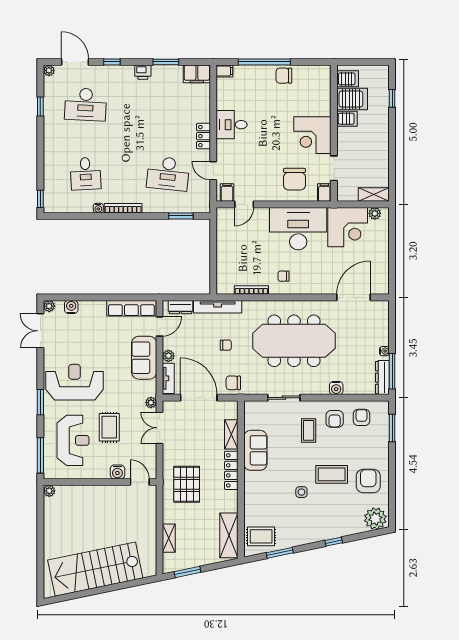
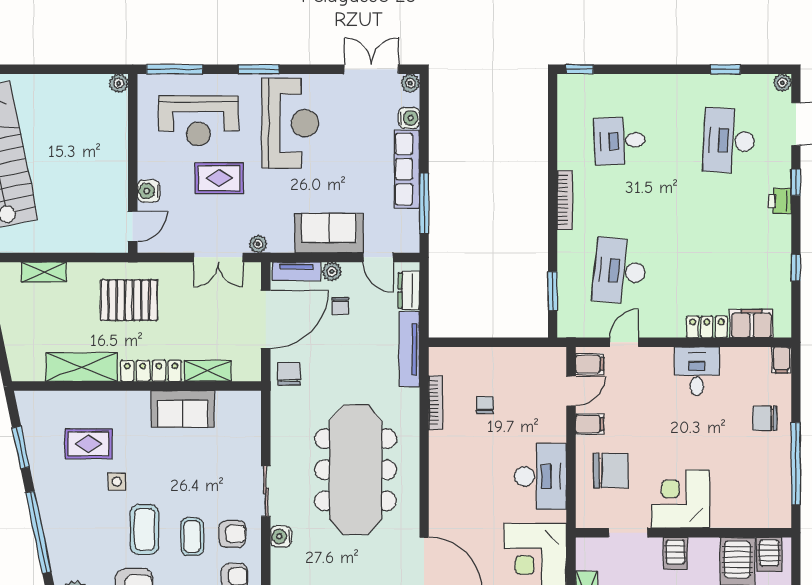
window: (166, 62) -> (796, 267), width x0.67
window: (264, 62) -> (796, 464), moved
printer: (143, 72) -> (780, 201), moved
filing cabinet: (197, 74) -> (751, 324), moved, turned 90
chair: (284, 76) -> (765, 418), moved, turned -90
server rack: (347, 119) -> (675, 553), moved
locker: (204, 136) -> (707, 327), moved
chair: (294, 179) -> (611, 471), turned 180
filing cabinet: (324, 193) -> (590, 424), moved
door: (244, 204) -> (571, 391), swing flipped
water cooler: (98, 208) -> (565, 161), removed
desk: (298, 229) -> (540, 476), width x0.73, depth x0.77
chair: (283, 276) -> (485, 405), moved
window: (125, 297) -> (424, 203), added
row of seats: (131, 308) -> (407, 169), moved
chair: (226, 345) -> (340, 306), moved
sliding door: (284, 398) -> (266, 491), moved
armchair: (335, 419) -> (232, 534), turned 180
double door: (160, 428) -> (218, 257), swing flipped
coffee table: (309, 430) -> (192, 537), moved, turned 90
shelving: (229, 535) -> (82, 367), moved
rug: (261, 536) -> (88, 444), moved, turned 90
window: (334, 542) -> (38, 532), width x3.17

